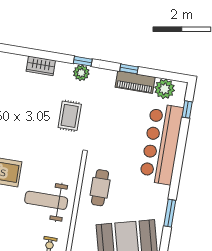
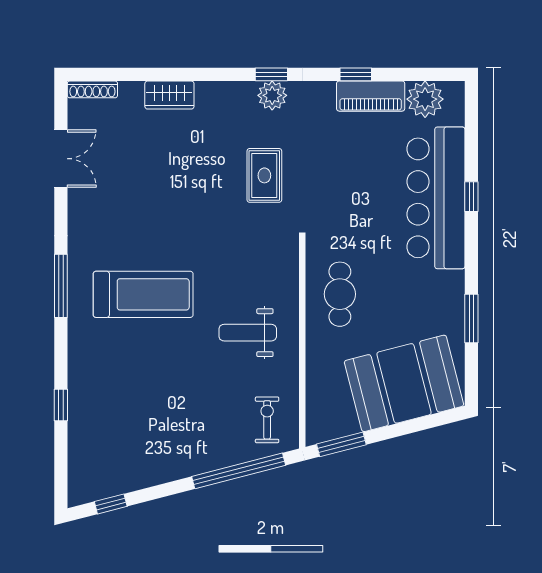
wardrobe: (41, 66) -> (169, 95), moved
window: (187, 109) -> (471, 197), moved
weight bench: (46, 200) -> (248, 333), width x0.73, depth x0.75

